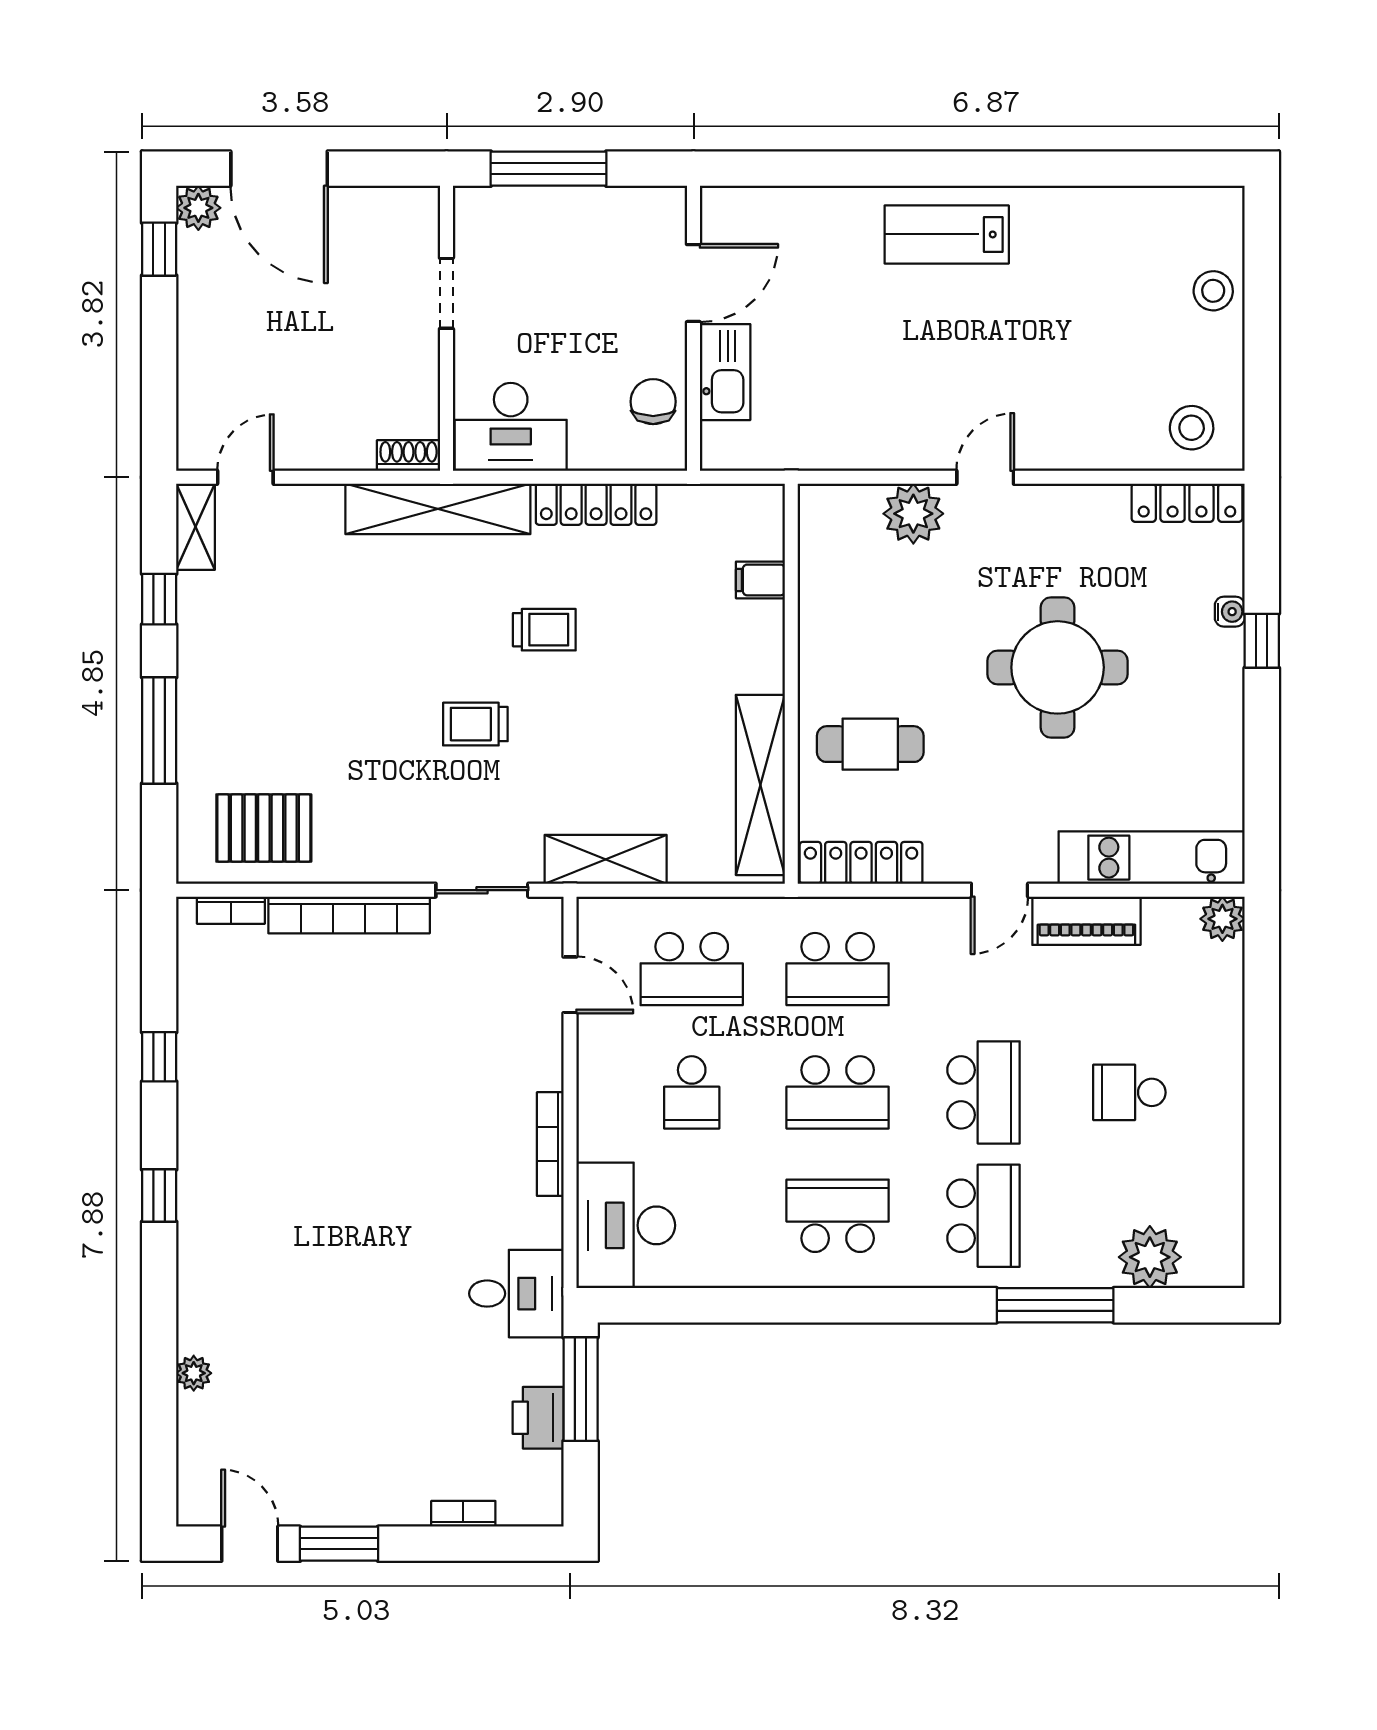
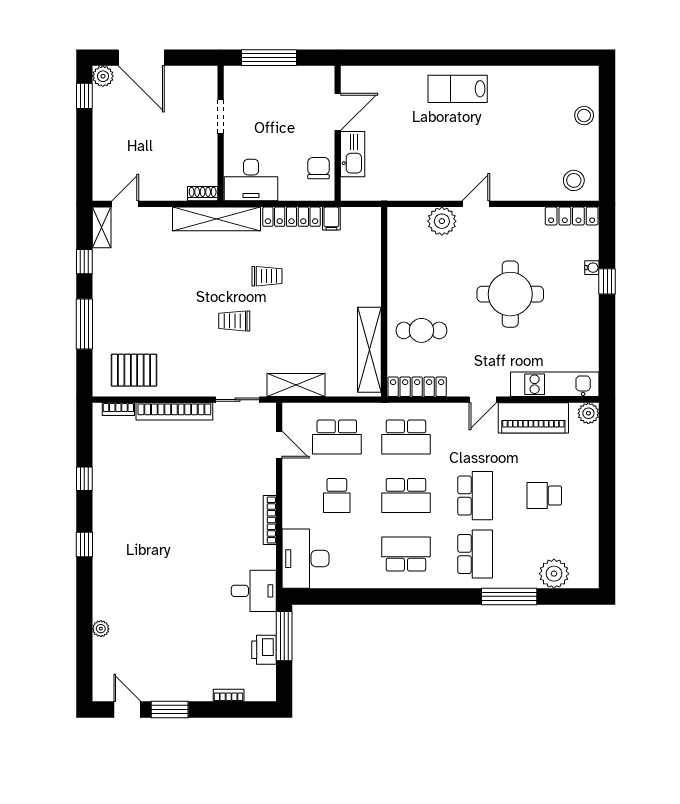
filing cabinet: (760, 580) -> (331, 219), moved, turned -90
piano: (1086, 921) -> (533, 418), width x1.37, depth x1.33

